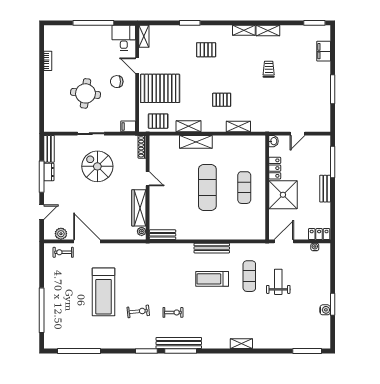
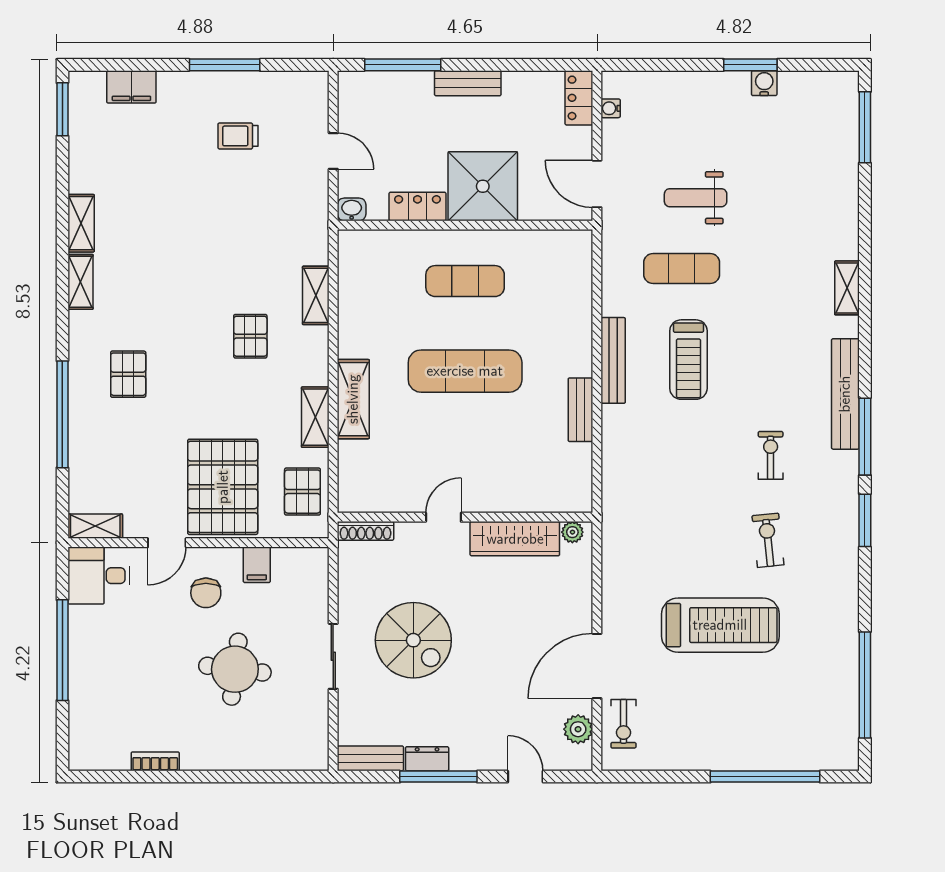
window: (190, 23) -> (62, 414), width x2.11
trolley: (269, 69) -> (238, 136), moved
filing cabinet: (128, 126) -> (257, 565), moved
spiral stairs: (97, 166) -> (413, 640), turned -90
bench: (162, 235) -> (580, 410), moved
bench: (179, 343) -> (845, 394), moved

